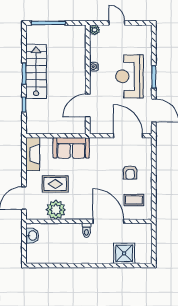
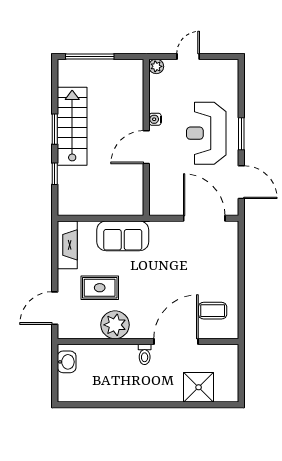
door: (117, 23) -> (188, 56), hinge flipped
door: (88, 106) -> (146, 147), moved
armchair: (130, 173) -> (207, 271), removed
plant: (56, 210) -> (115, 325), moved
door: (108, 221) -> (176, 341), hinge flipped

